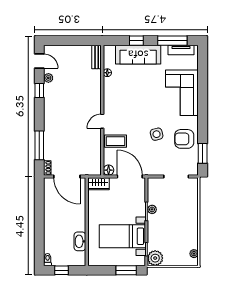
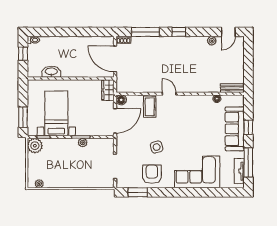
window: (39, 91) -> (179, 32), moved
door: (67, 176) -> (115, 59), hinge flipped

